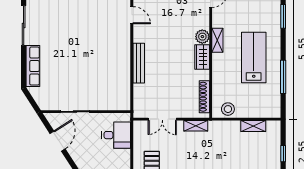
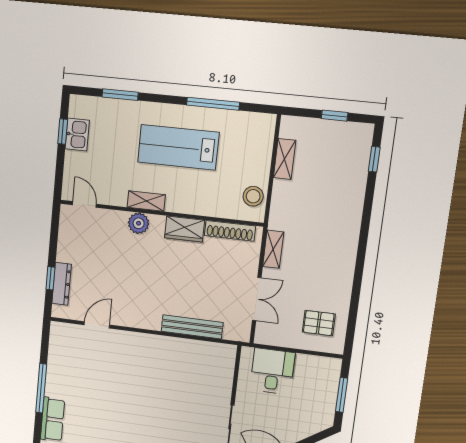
wardrobe: (202, 57) -> (185, 229), moved
bench: (139, 63) -> (192, 327), moved

